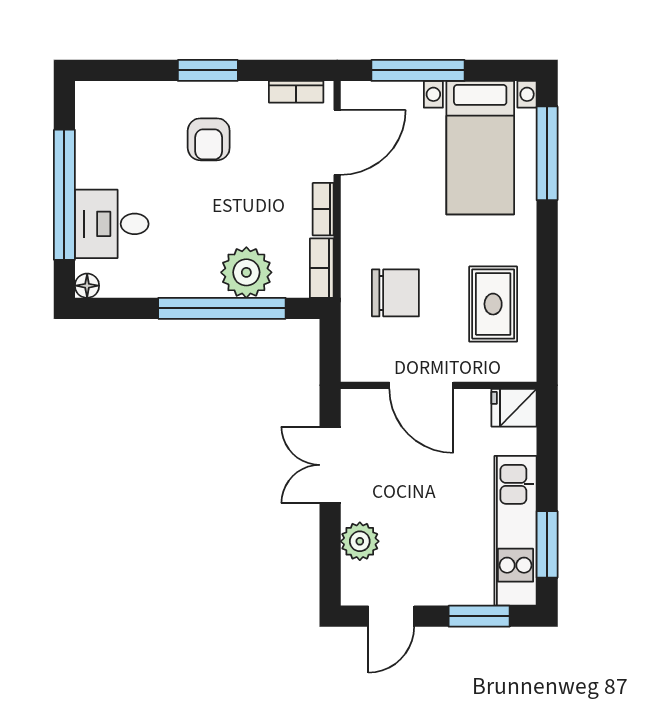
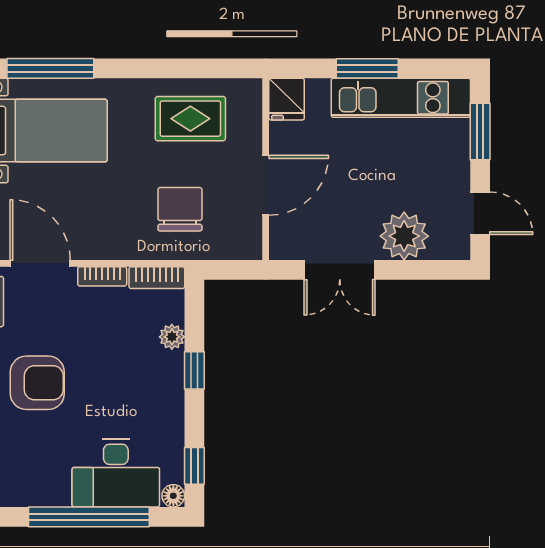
armchair: (209, 139) -> (37, 383), width x1.38, depth x1.38
desk: (112, 224) -> (116, 473), width x1.37
plant: (246, 272) -> (172, 337), width x0.53, depth x0.53
window: (119, 308) -> (194, 466), added
window: (222, 308) -> (194, 370), width x0.32
plant: (360, 541) -> (404, 236), width x1.36, depth x1.36
window: (547, 544) -> (367, 68), moved

